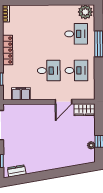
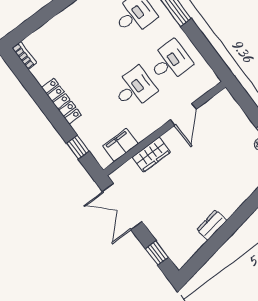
wardrobe: (85, 110) -> (151, 155), moved
dresser: (17, 171) -> (212, 225), moved

